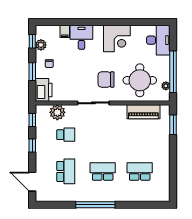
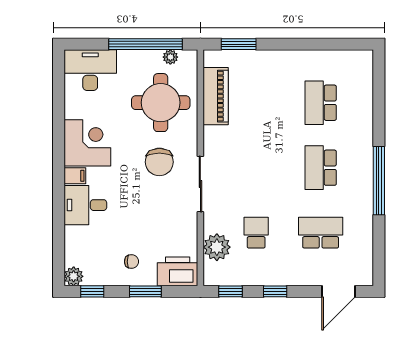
filing cabinet: (65, 31) -> (75, 176), moved
plant: (41, 45) -> (74, 276), moved

